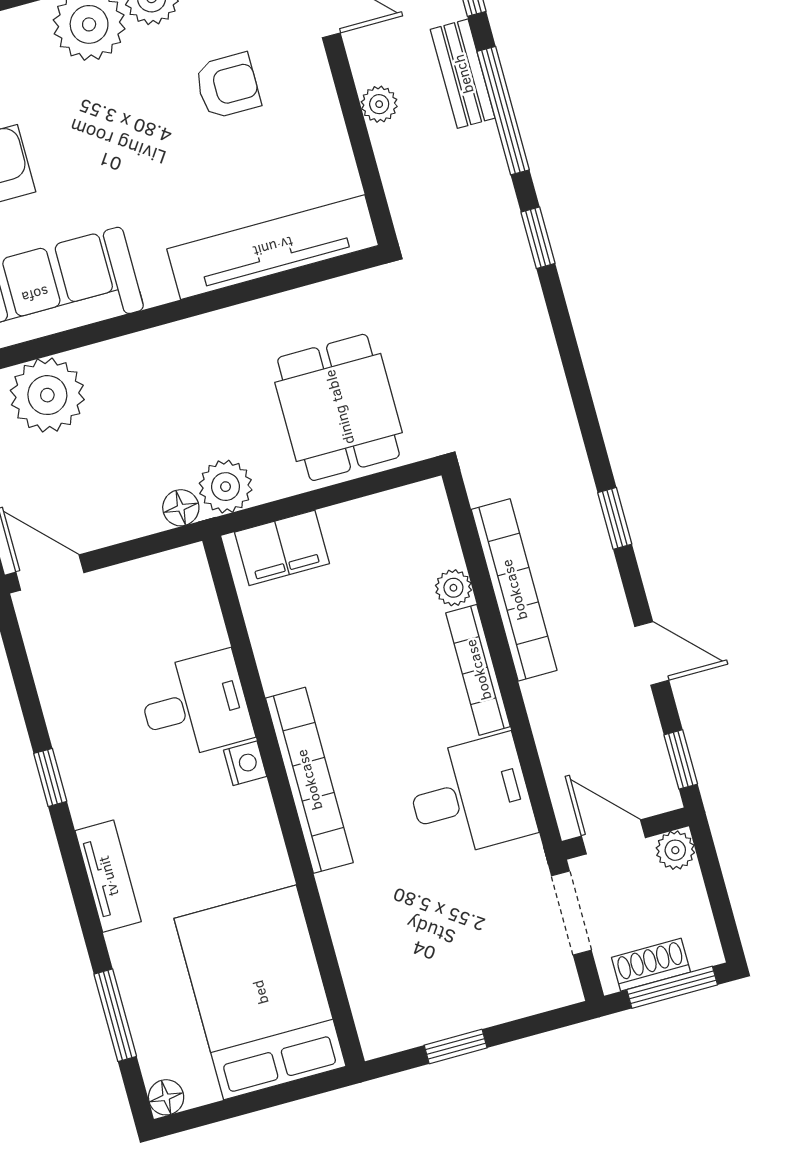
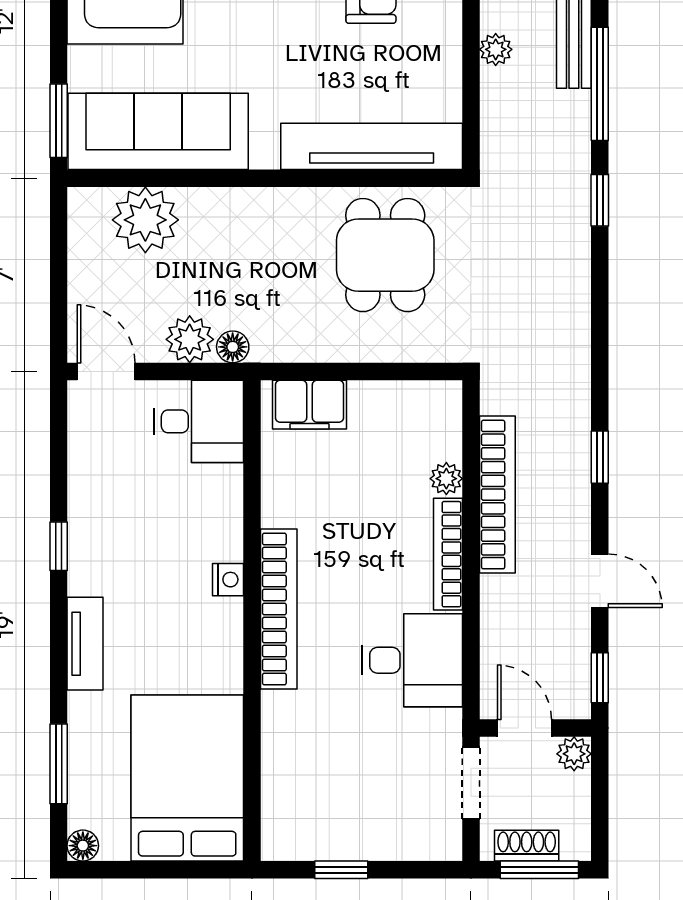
dining table: (339, 407) -> (385, 255), moved
plant: (226, 487) -> (190, 339), moved
desk: (195, 705) -> (199, 421), moved

